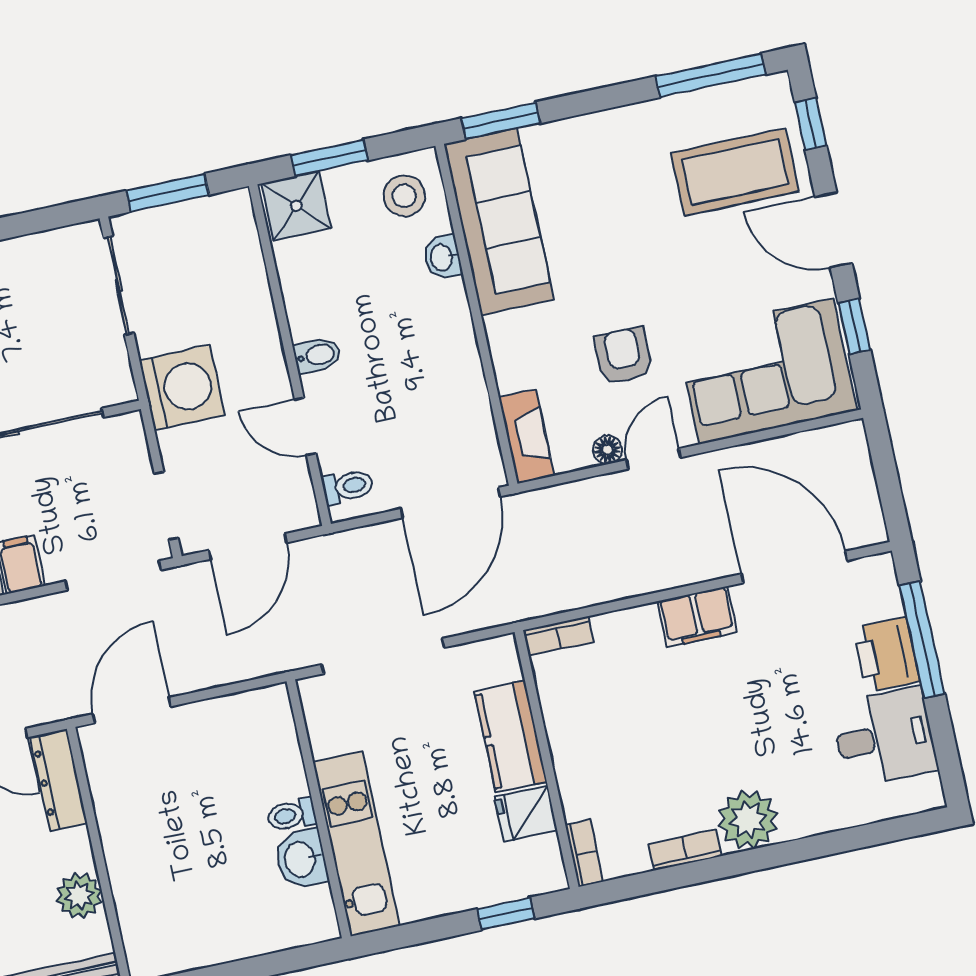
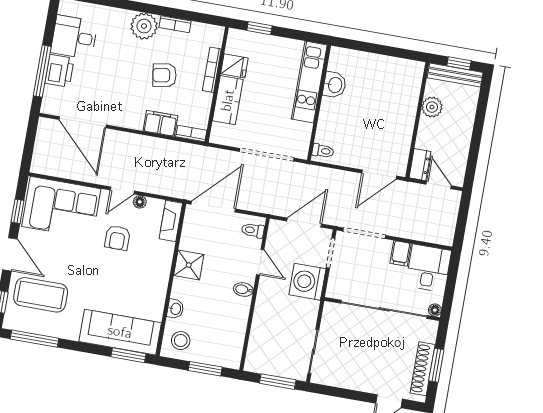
shower: (296, 206) -> (189, 265), moved
sofa: (499, 222) -> (120, 332), moved, turned 90
washing machine: (182, 388) -> (307, 282), moved
filing cabinet: (697, 617) -> (160, 123), moved
armchair: (664, 735) -> (165, 75), added
dresser: (59, 780) -> (420, 165), width x0.70
toilet: (292, 815) -> (323, 151), moved
bookcase: (584, 853) -> (212, 70), moved, width x1.56

